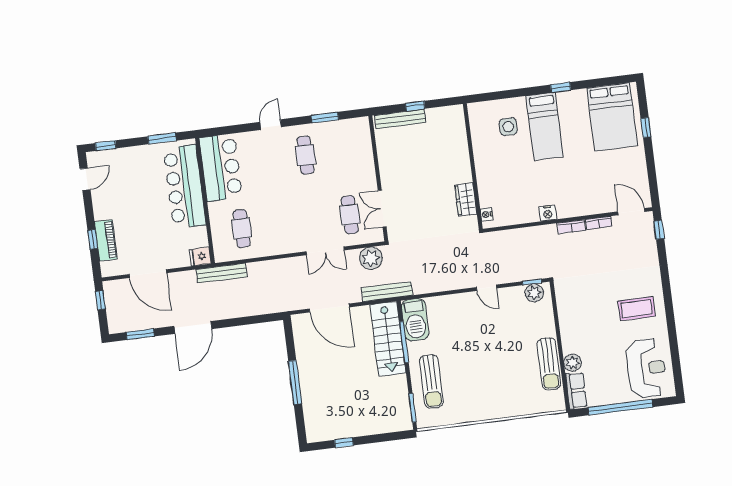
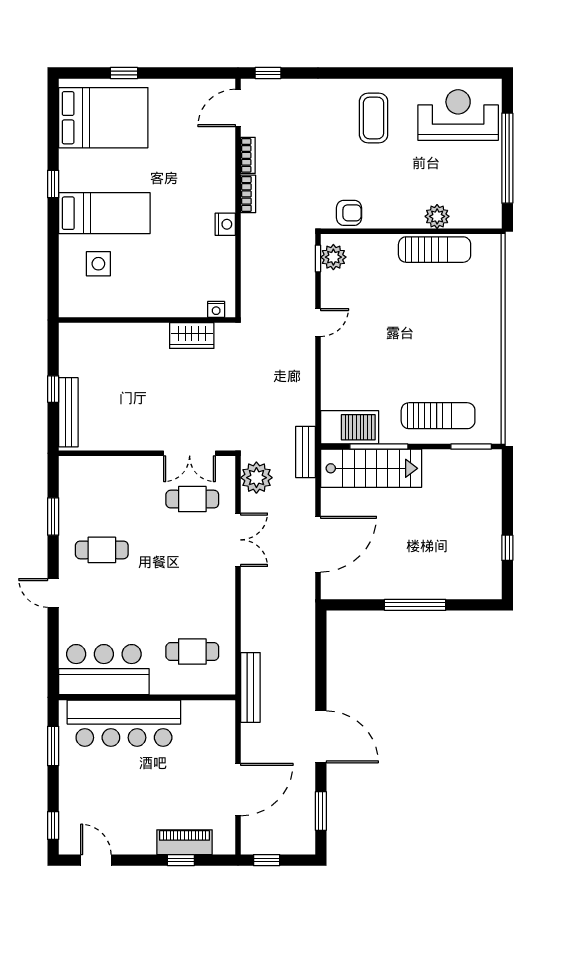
fridge: (200, 257) -> (224, 714), removed
bench: (387, 292) -> (306, 452), width x0.73
armchair: (567, 300) -> (349, 213), added
row of seats: (576, 391) -> (476, 216), removed

